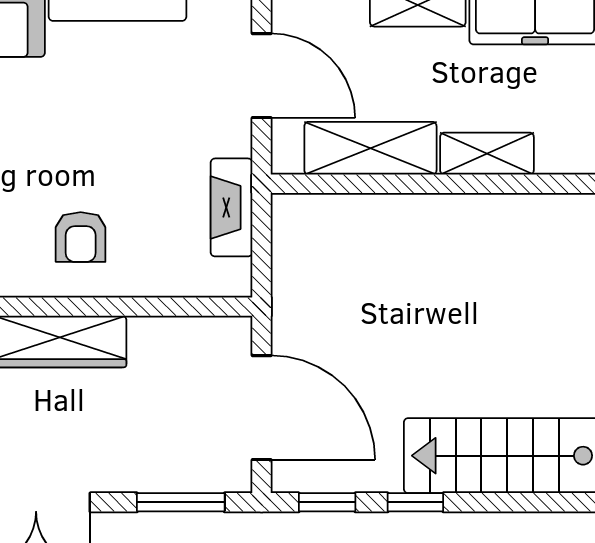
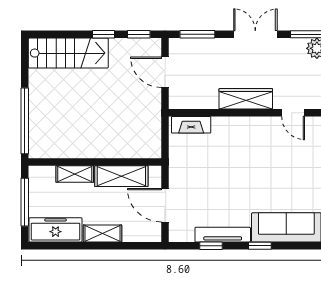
fireplace: (232, 207) -> (191, 125), moved, turned 90
armchair: (81, 237) -> (237, 141), removed
door: (262, 408) -> (165, 72), width x0.73

